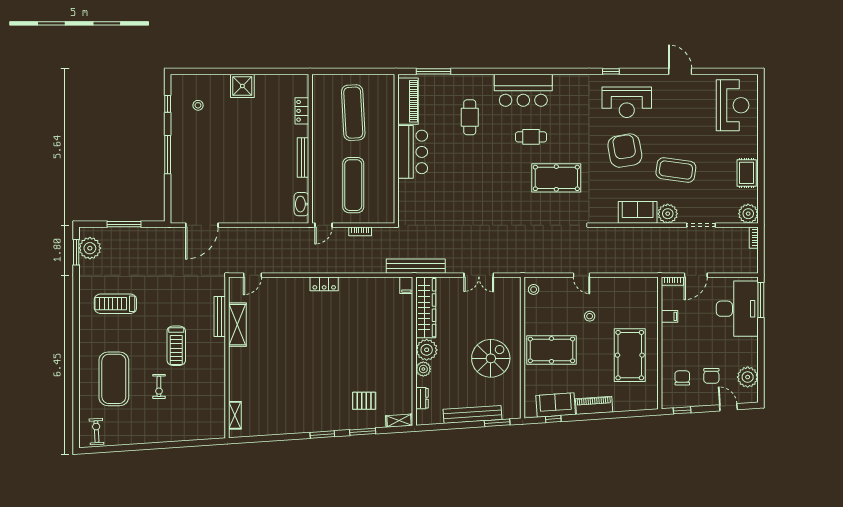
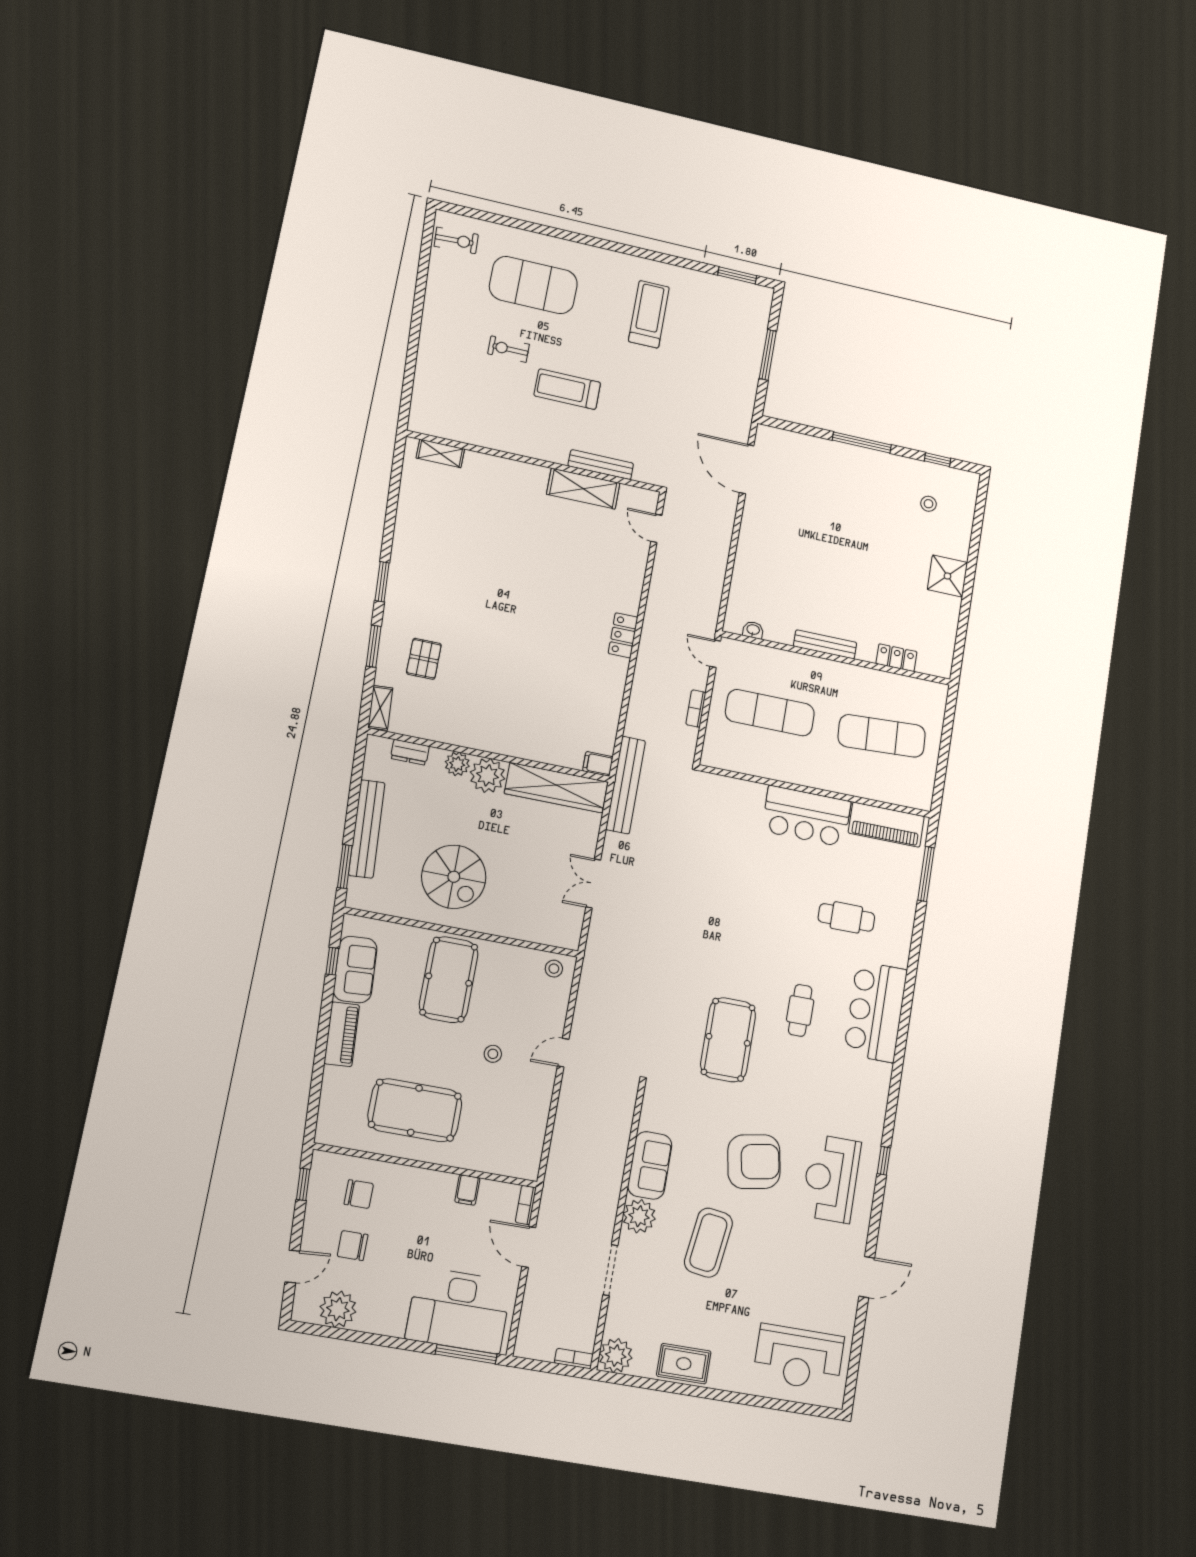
washbasin: (301, 204) -> (753, 630), width x0.52, depth x0.69
plant: (90, 248) -> (740, 297), removed

